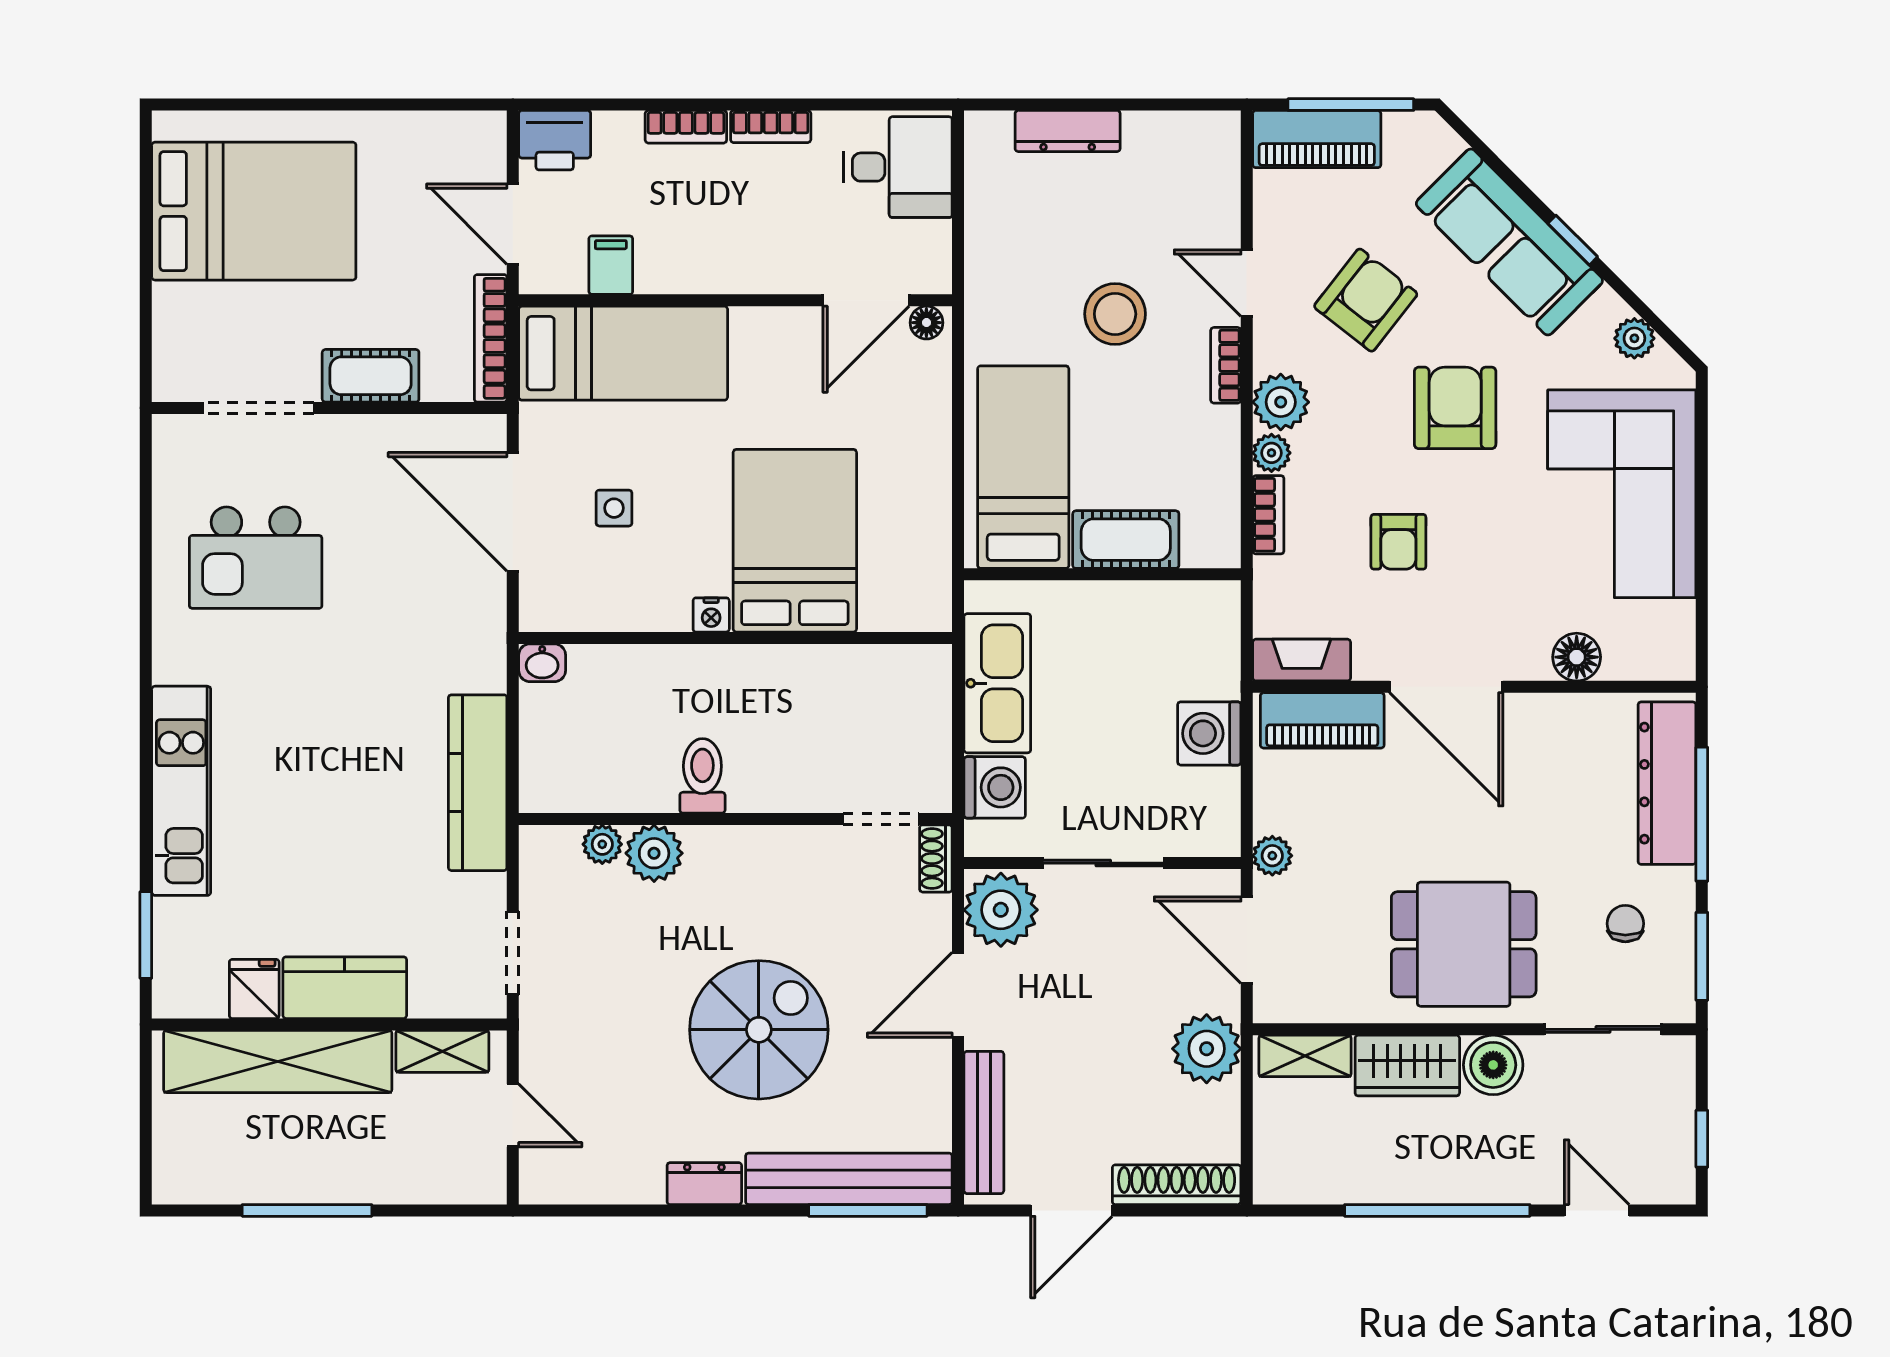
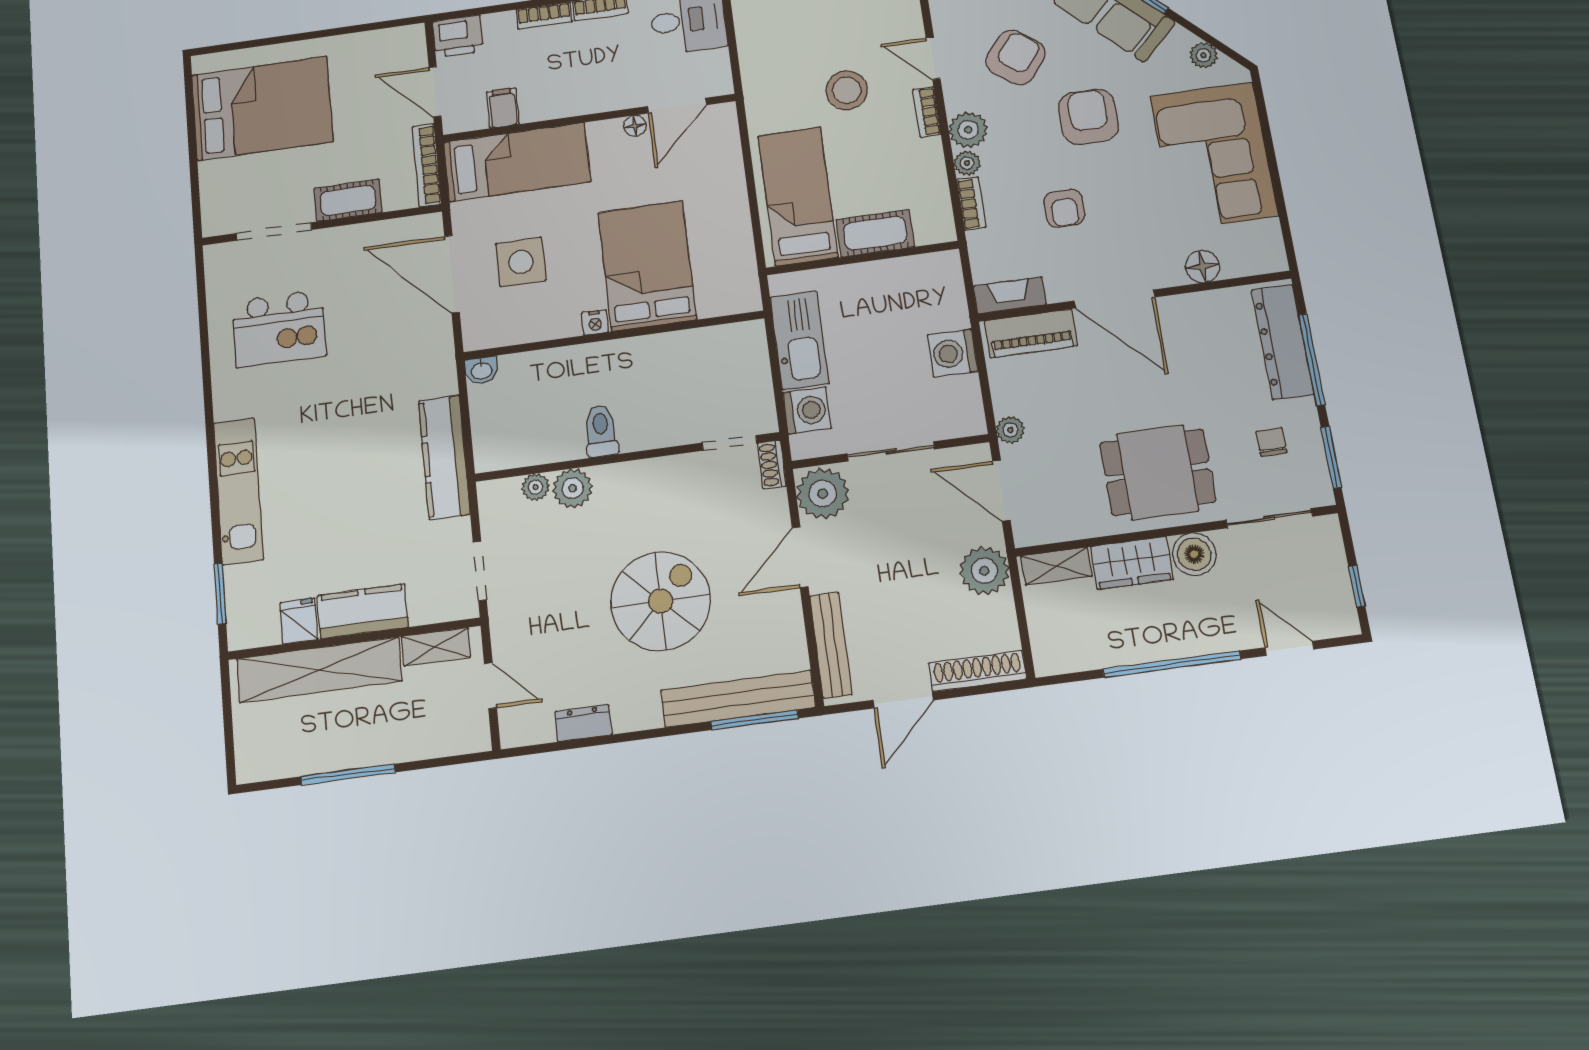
floor lamp: (926, 323) -> (635, 126), moved
side table: (614, 508) -> (521, 262), width x1.87, depth x1.87
dresser: (704, 1184) -> (583, 723), moved

